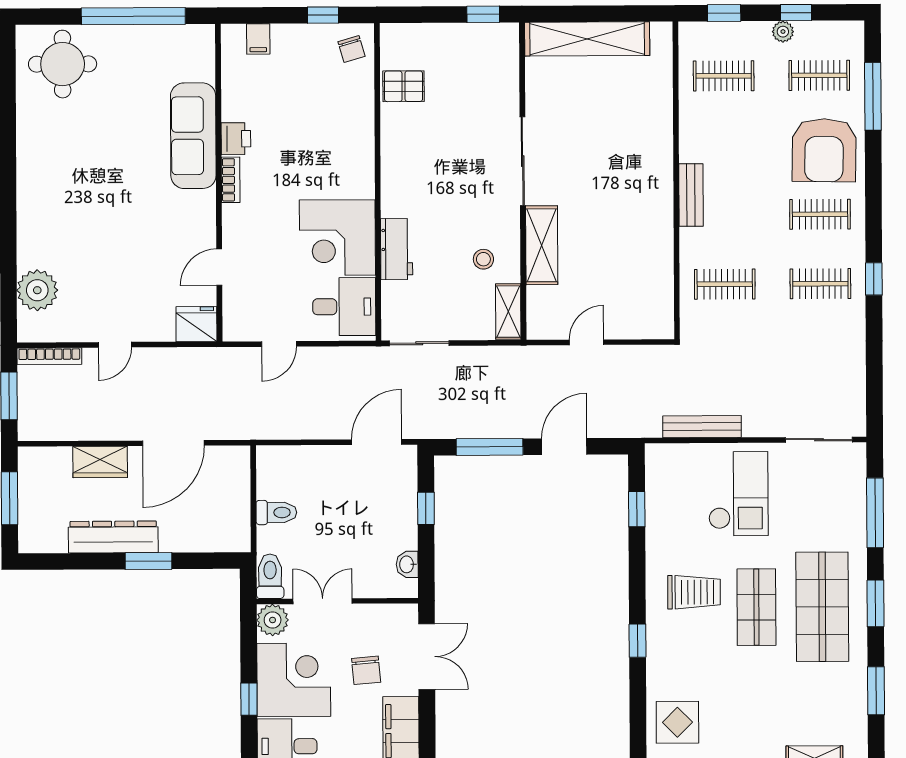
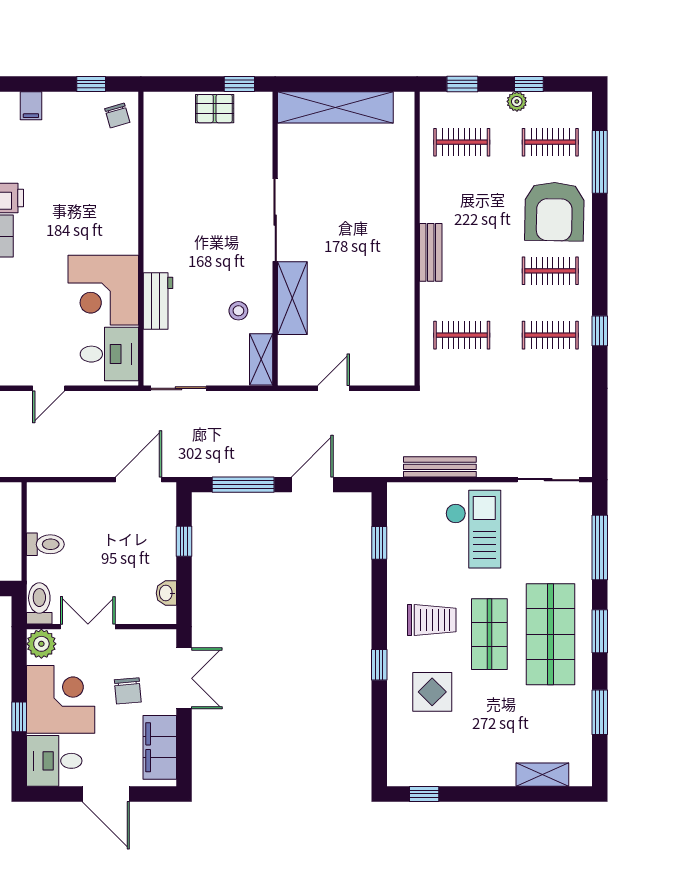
pallet: (403, 86) -> (215, 109), moved
display table: (677, 722) -> (432, 692), moved

